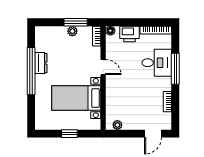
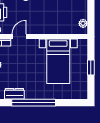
dresser: (41, 63) -> (14, 94), moved
door: (103, 67) -> (19, 36), moved

